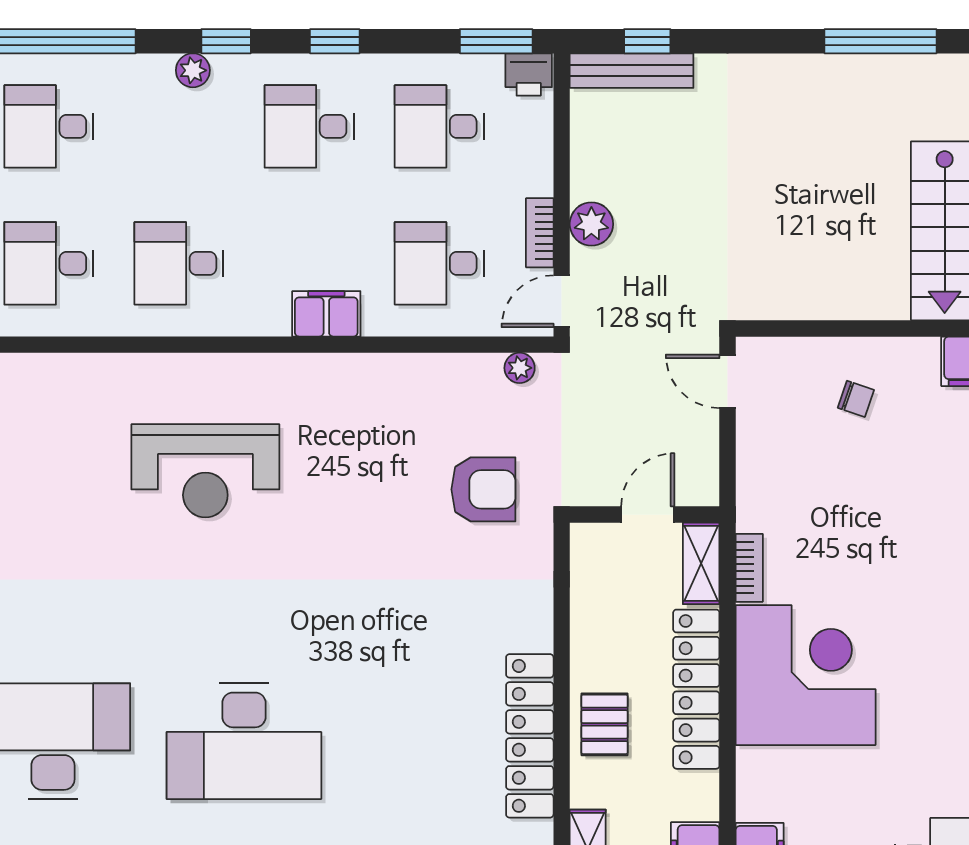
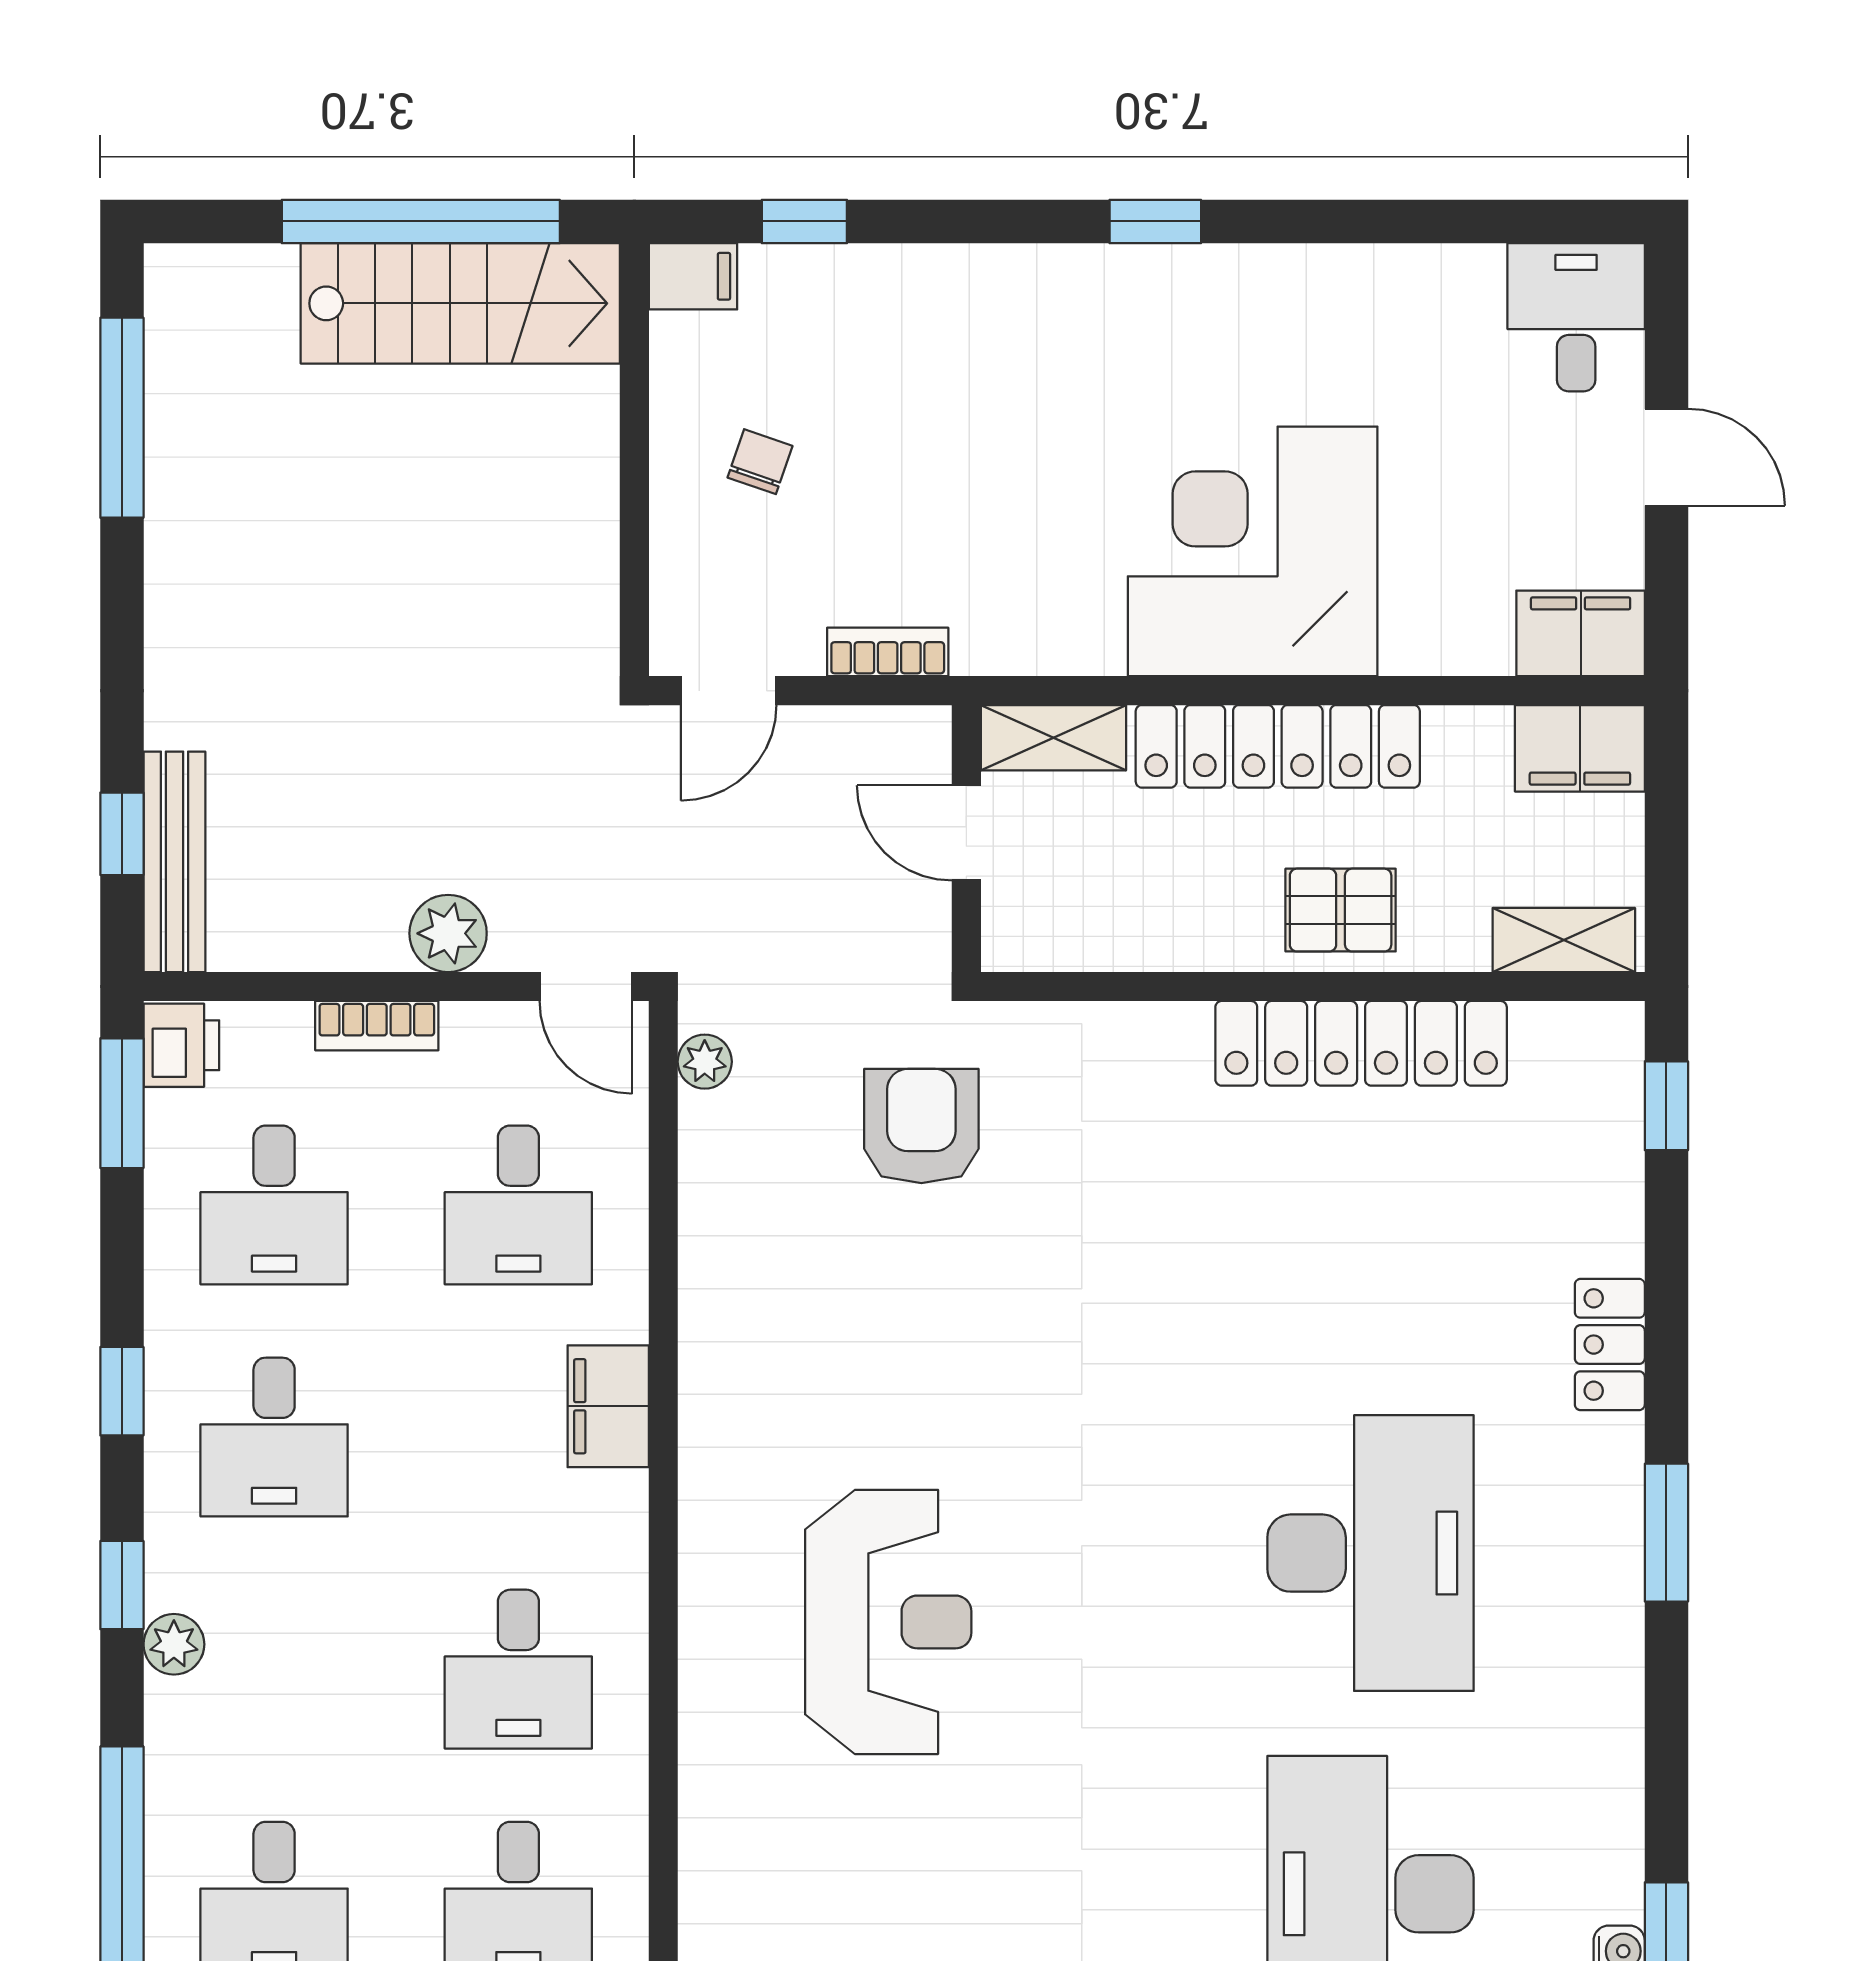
bookcase: (540, 233) -> (377, 1026), moved
bookcase: (749, 568) -> (888, 652), moved

